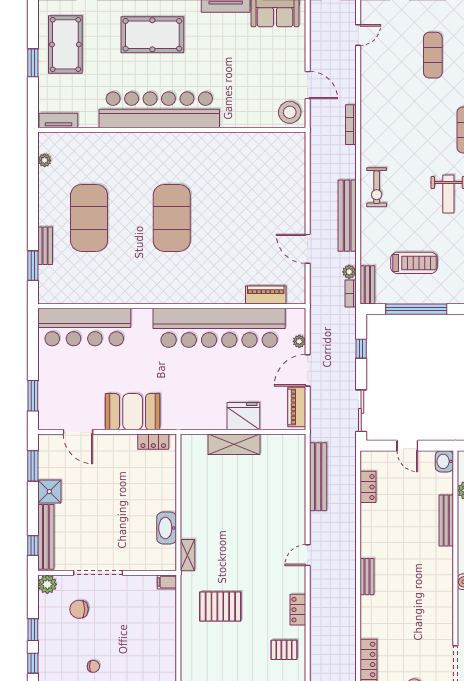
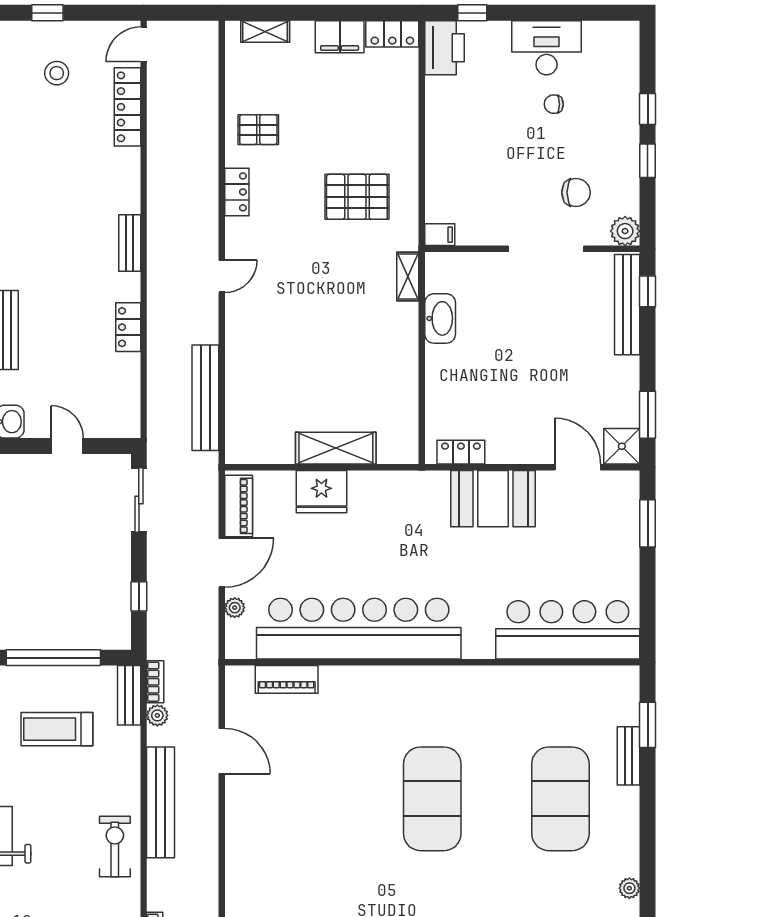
locker: (368, 487) -> (128, 327), moved
shower: (49, 492) -> (622, 446), moved

